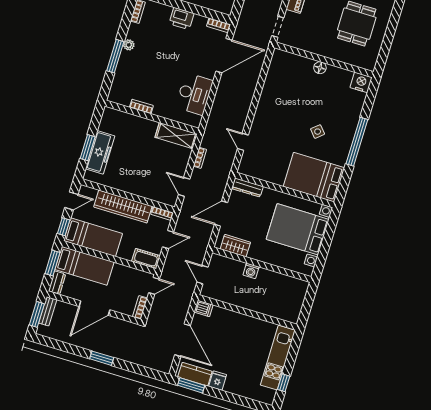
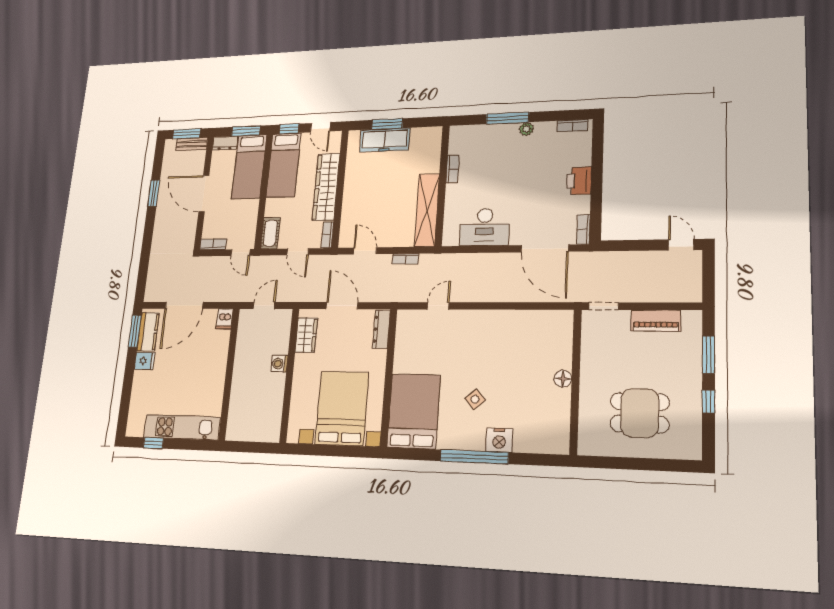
nightstand: (361, 82) -> (499, 440), moved, turned 90
shelving: (176, 136) -> (427, 210), width x1.47
door: (184, 187) -> (365, 251), hinge flipped
window: (102, 358) -> (154, 193), moved

